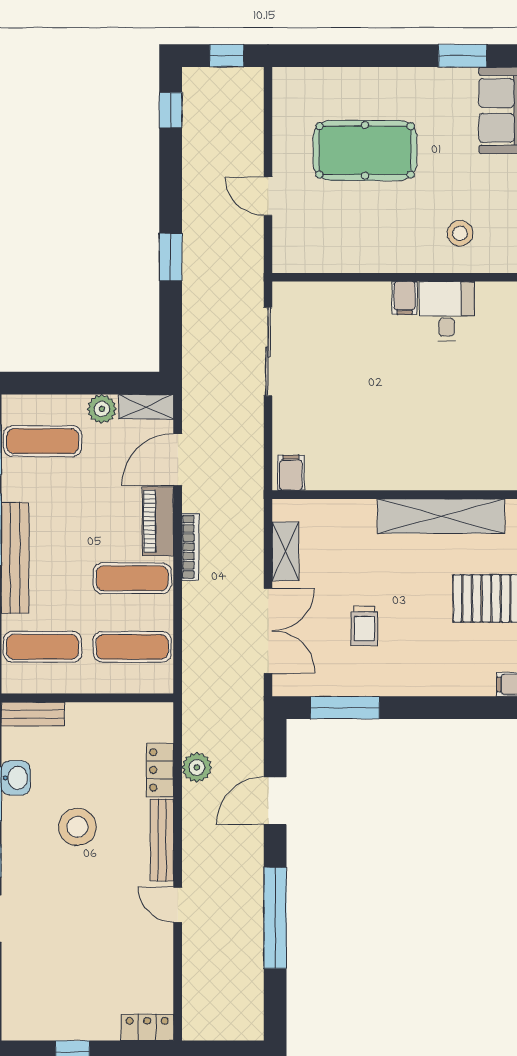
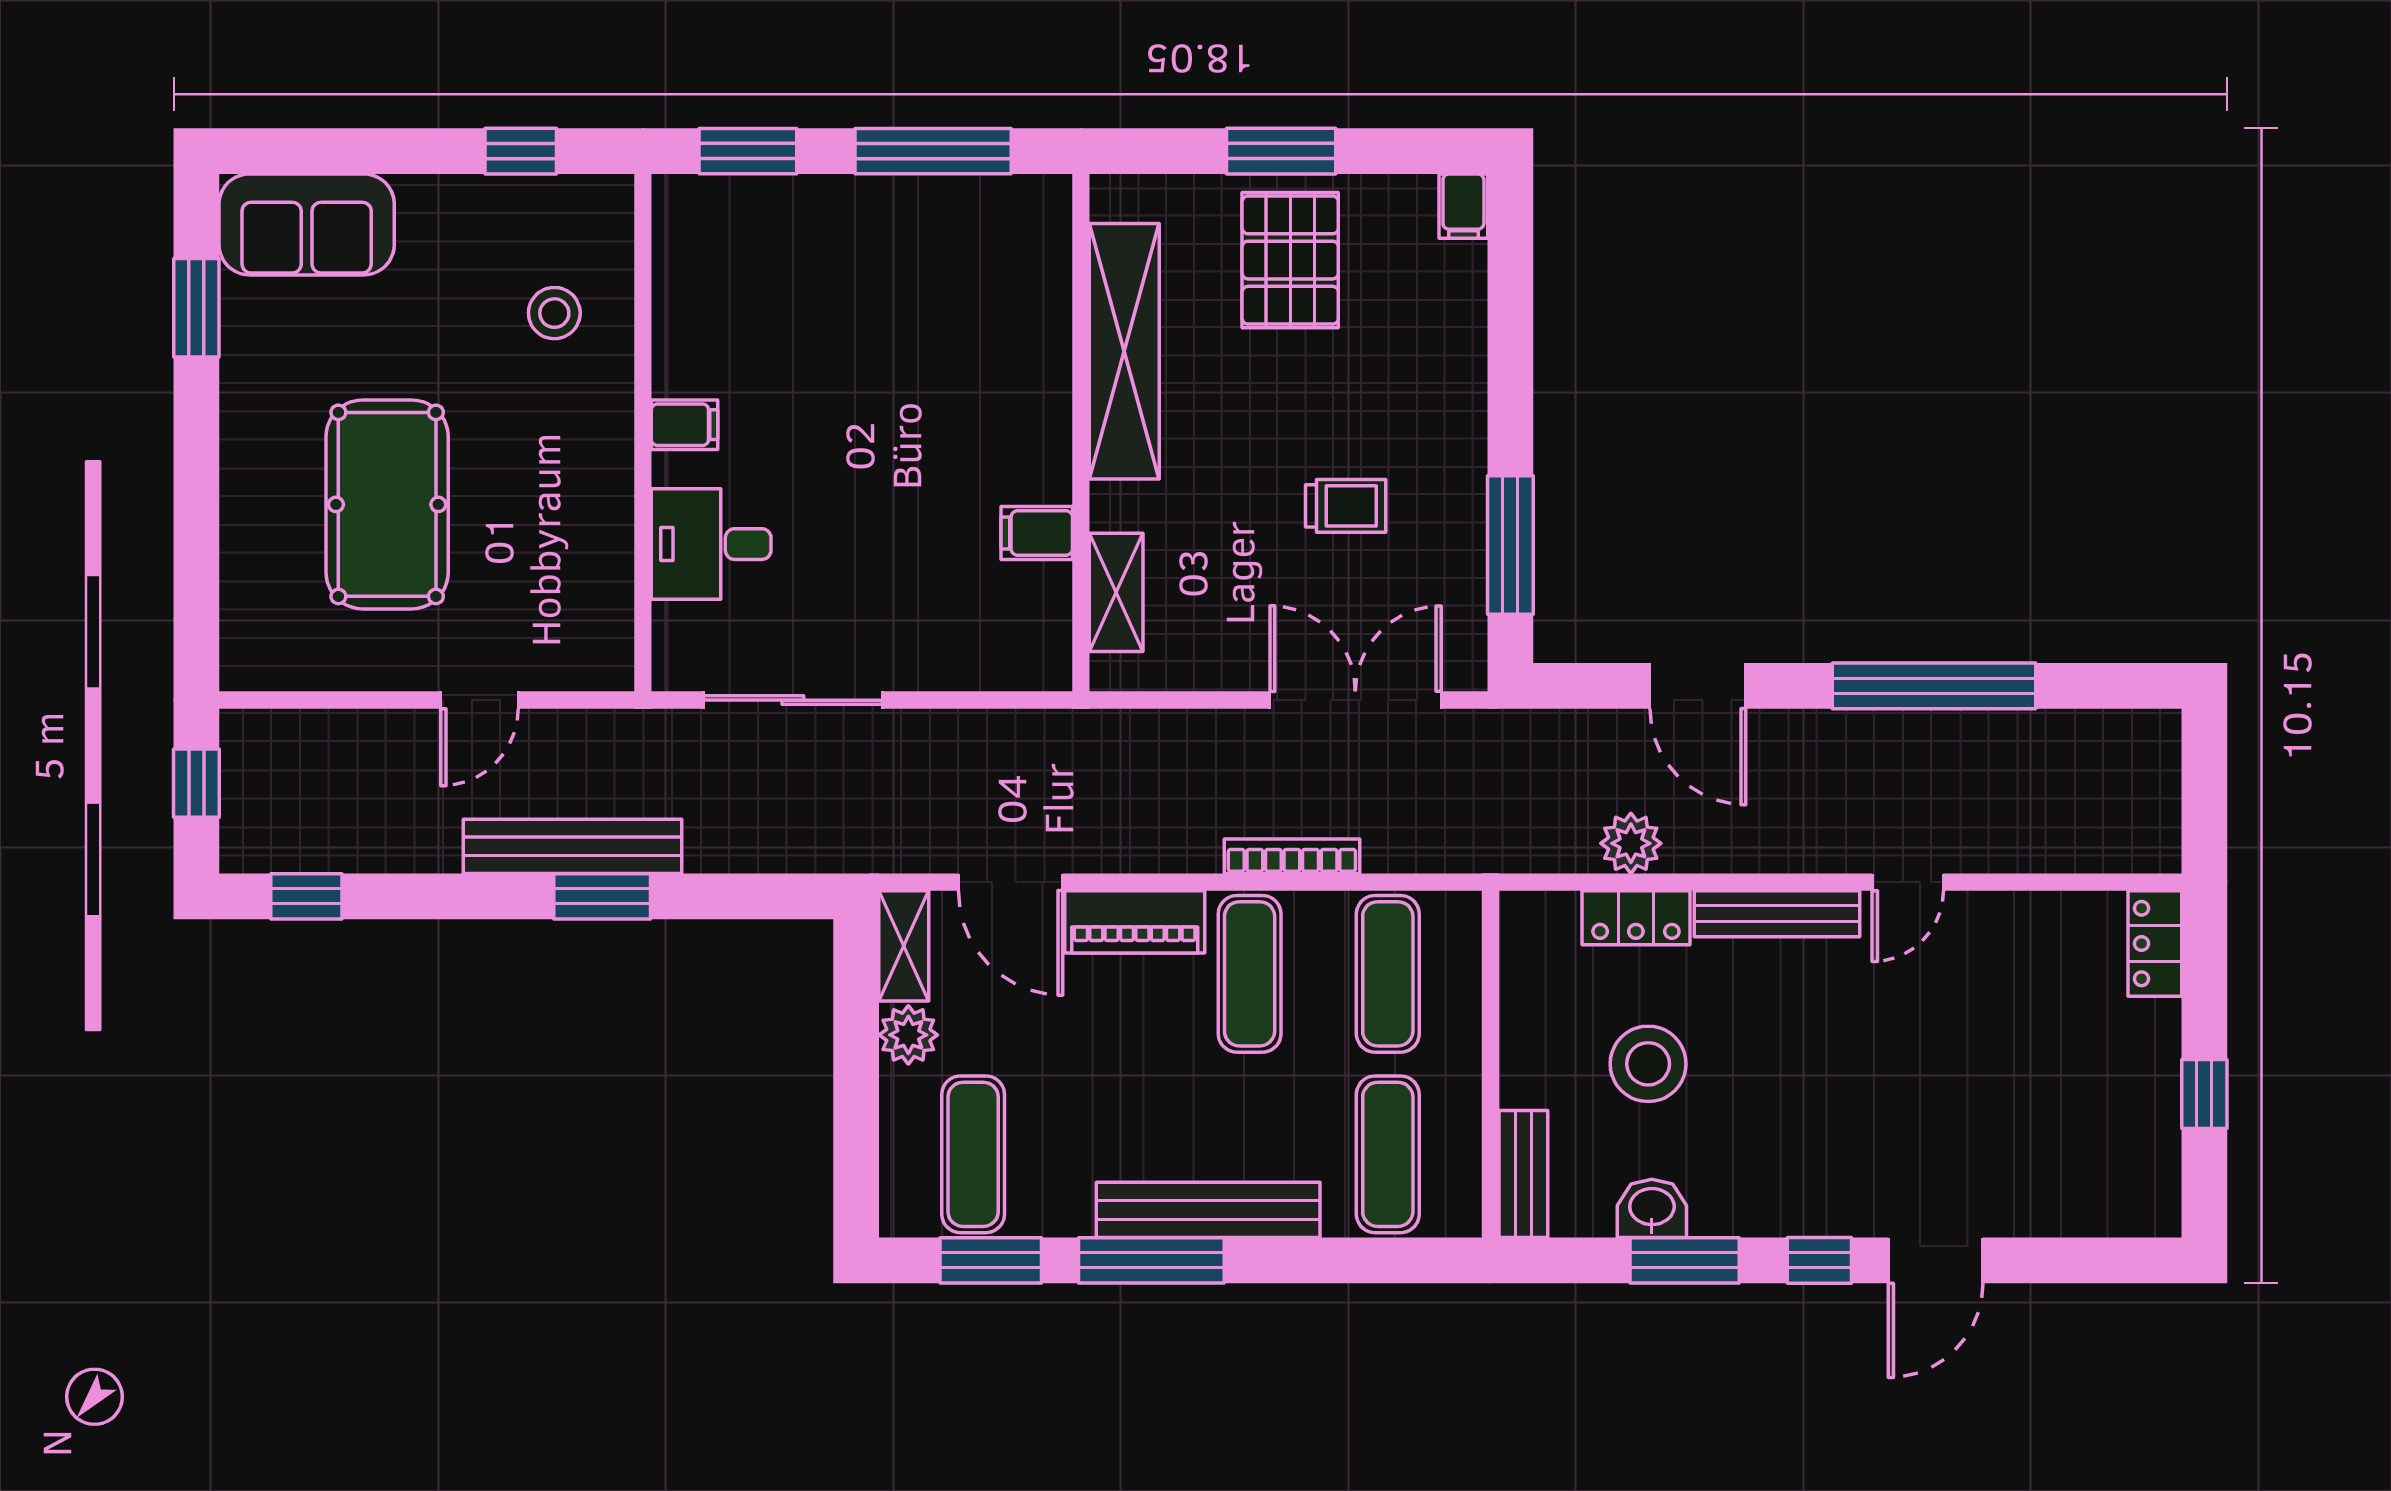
bench: (195, 242) -> (572, 846), added
desk: (447, 311) -> (711, 544), moved
filing cabinet: (291, 473) -> (1037, 533), moved
bookcase: (191, 547) -> (1292, 856), moved
shelving: (285, 551) -> (1116, 592), moved, turned 90
stool: (77, 827) -> (1648, 1064), moved

